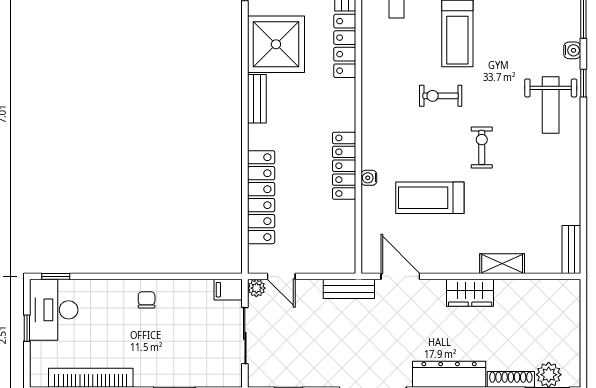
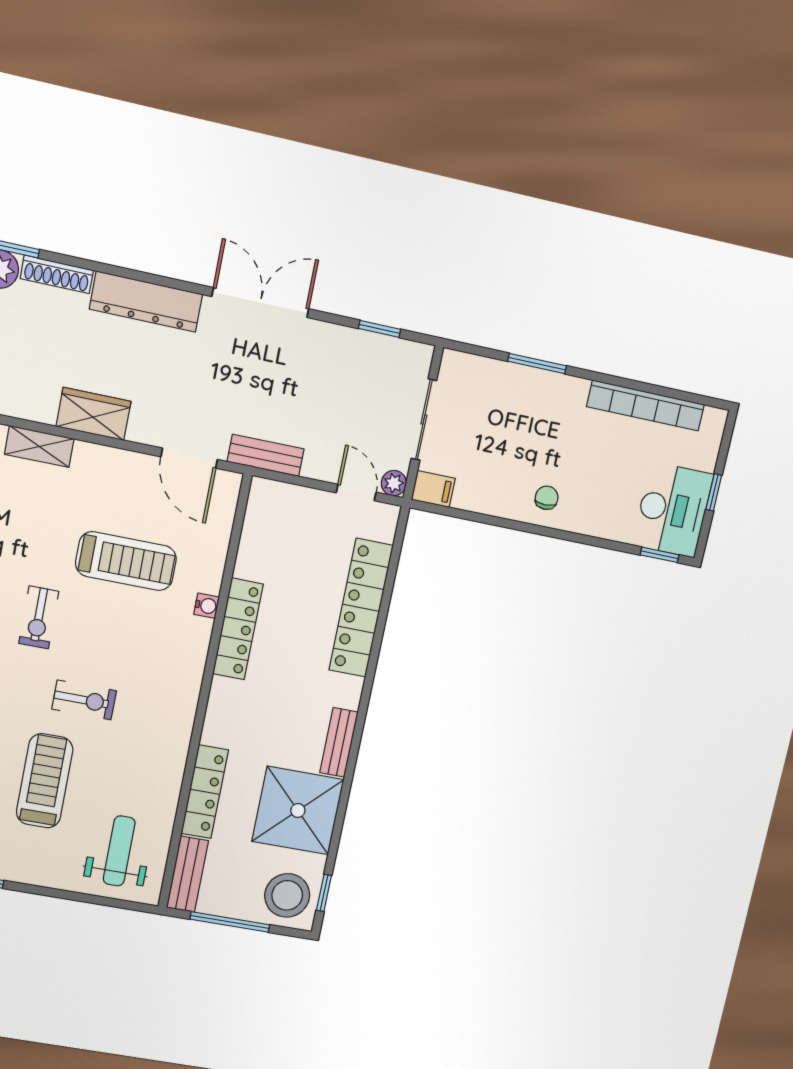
chair: (147, 300) -> (547, 498), turned 180

